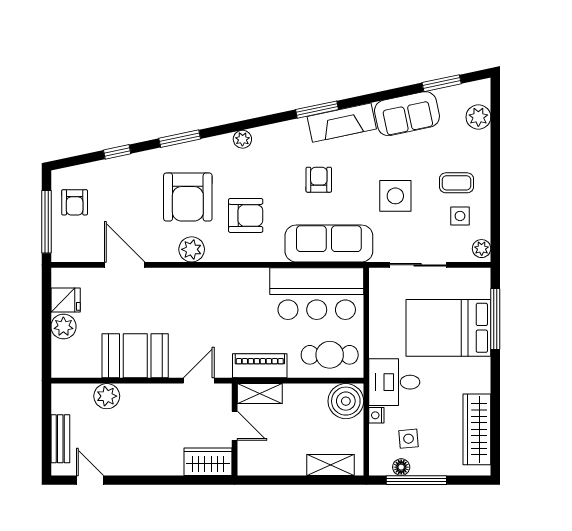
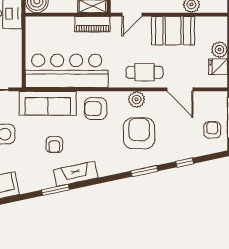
fireplace: (342, 123) -> (76, 174), moved
plant: (242, 139) -> (104, 171), removed
armchair: (246, 215) -> (96, 109), moved
bar counter: (317, 294) -> (67, 71), width x1.36
cafe table: (330, 355) -> (145, 72), moved

